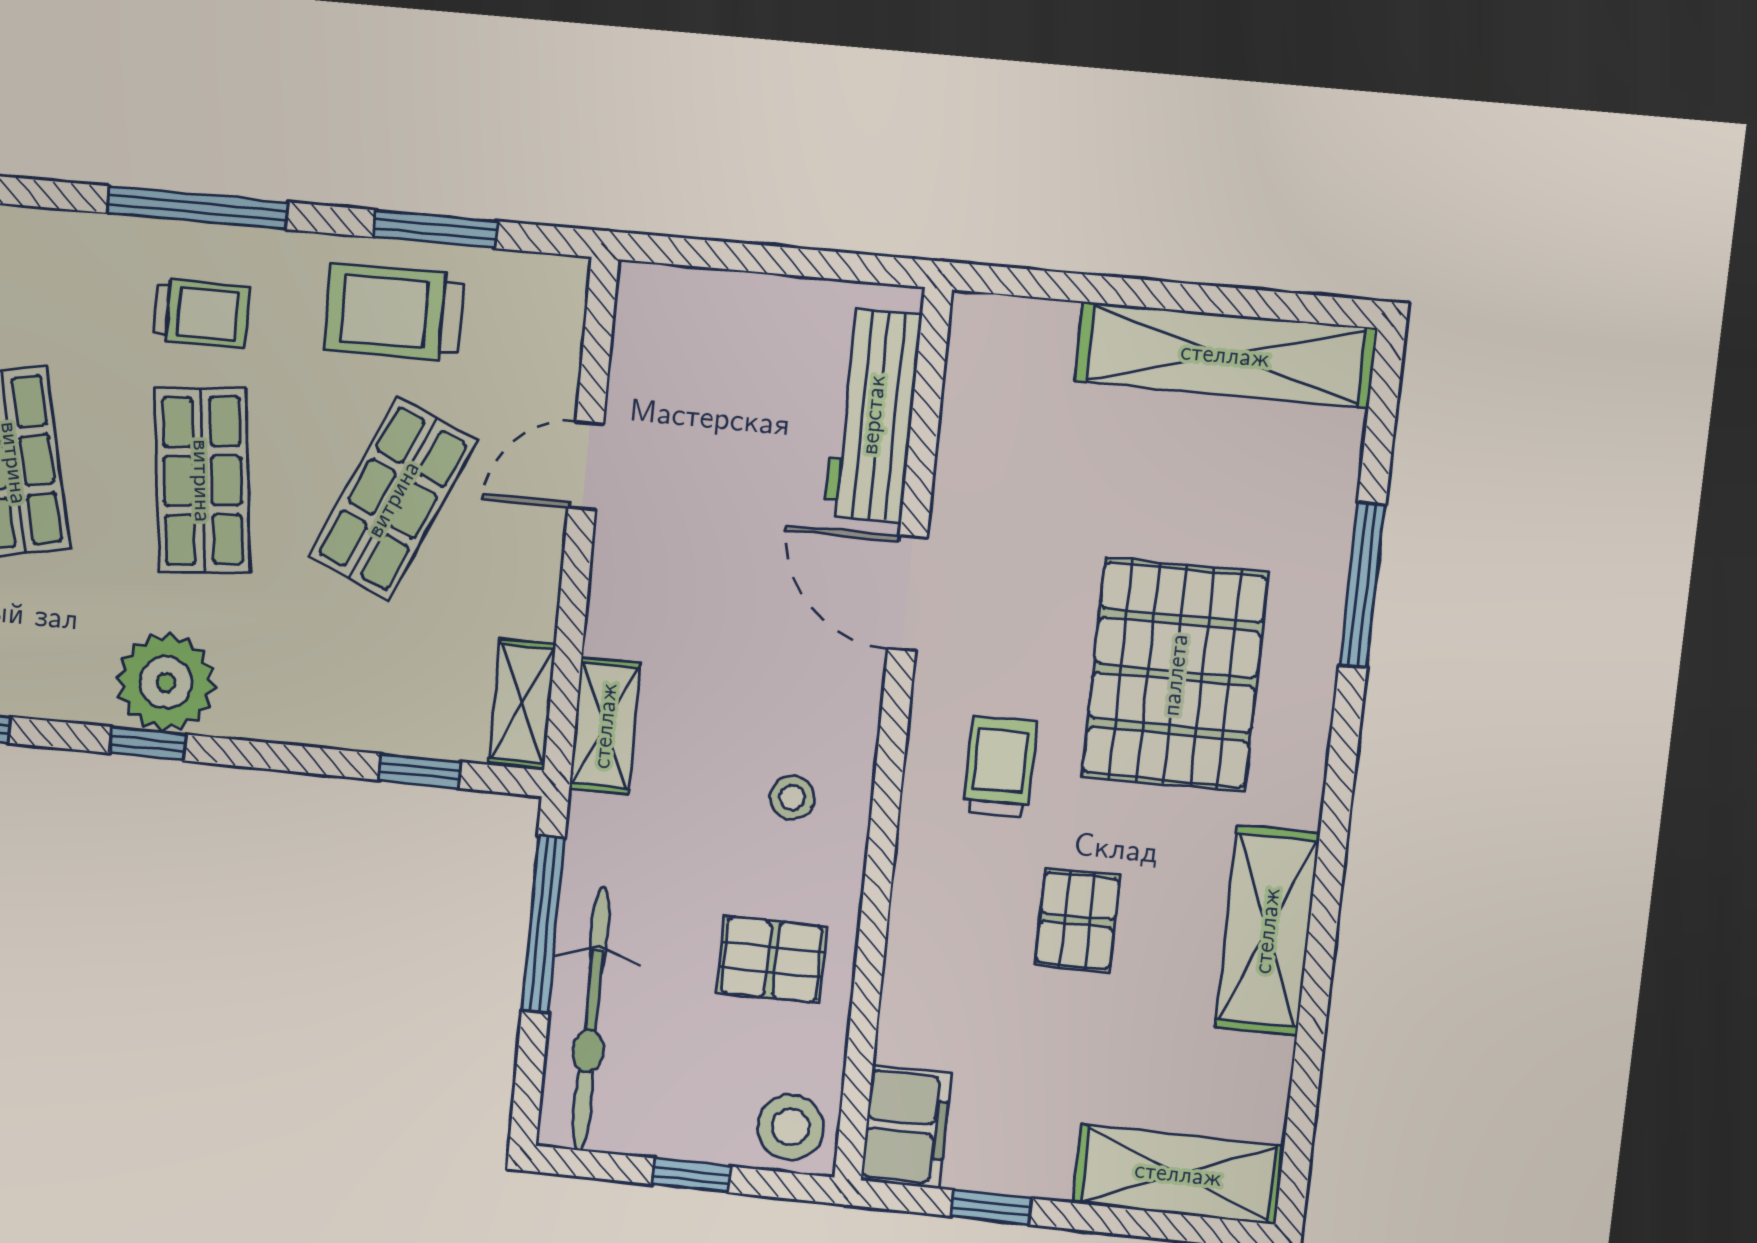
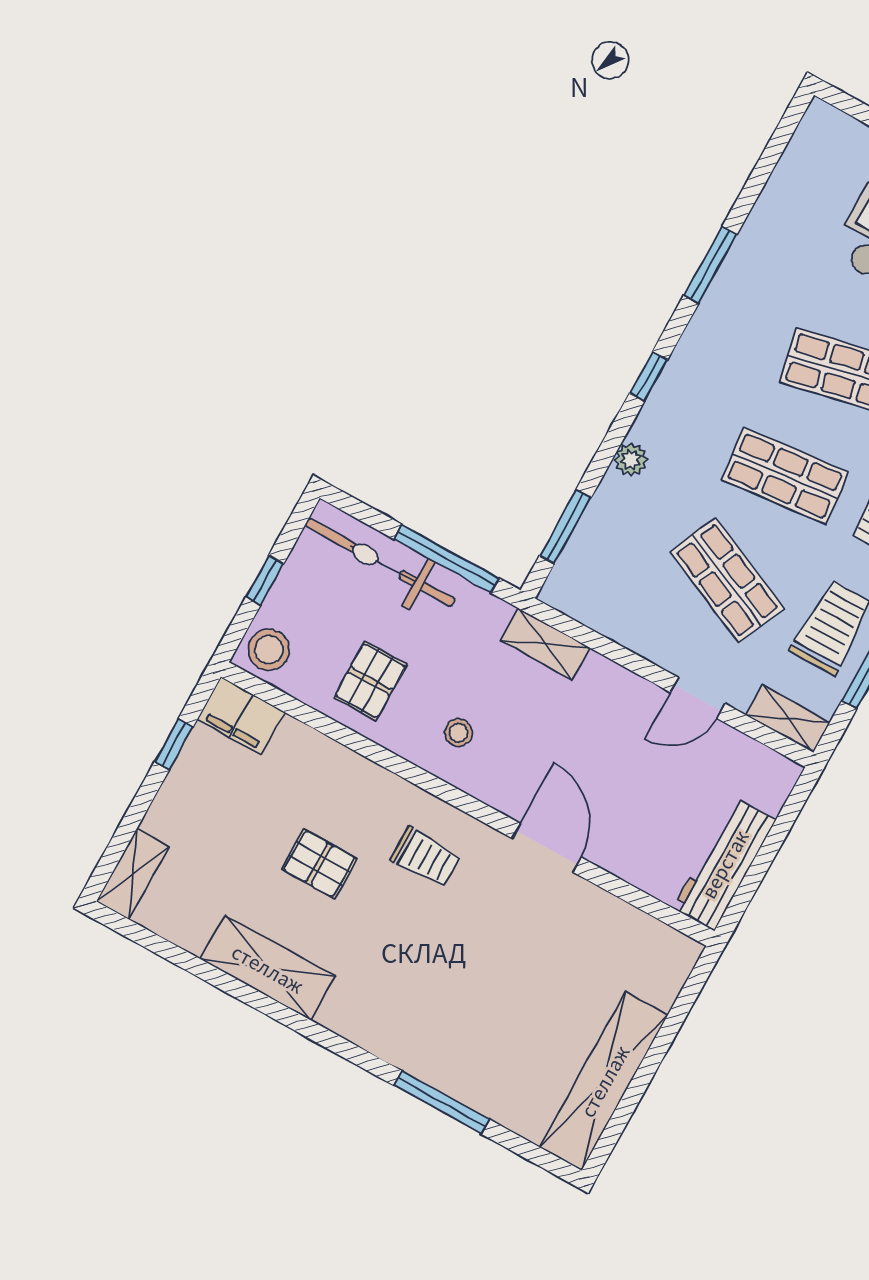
workbench: (873, 415) -> (724, 864), moved, turned -90
door: (586, 466) -> (698, 698), swing flipped
door: (907, 594) -> (547, 848), hinge flipped
pallet: (1175, 675) -> (436, 978), removed
plant: (166, 682) -> (631, 460), moved, width x0.53, depth x0.53
shelving: (522, 704) -> (788, 719), moved
window: (420, 771) -> (565, 527), width x1.50
shelving: (1178, 1174) -> (133, 874), width x0.67, depth x0.75

